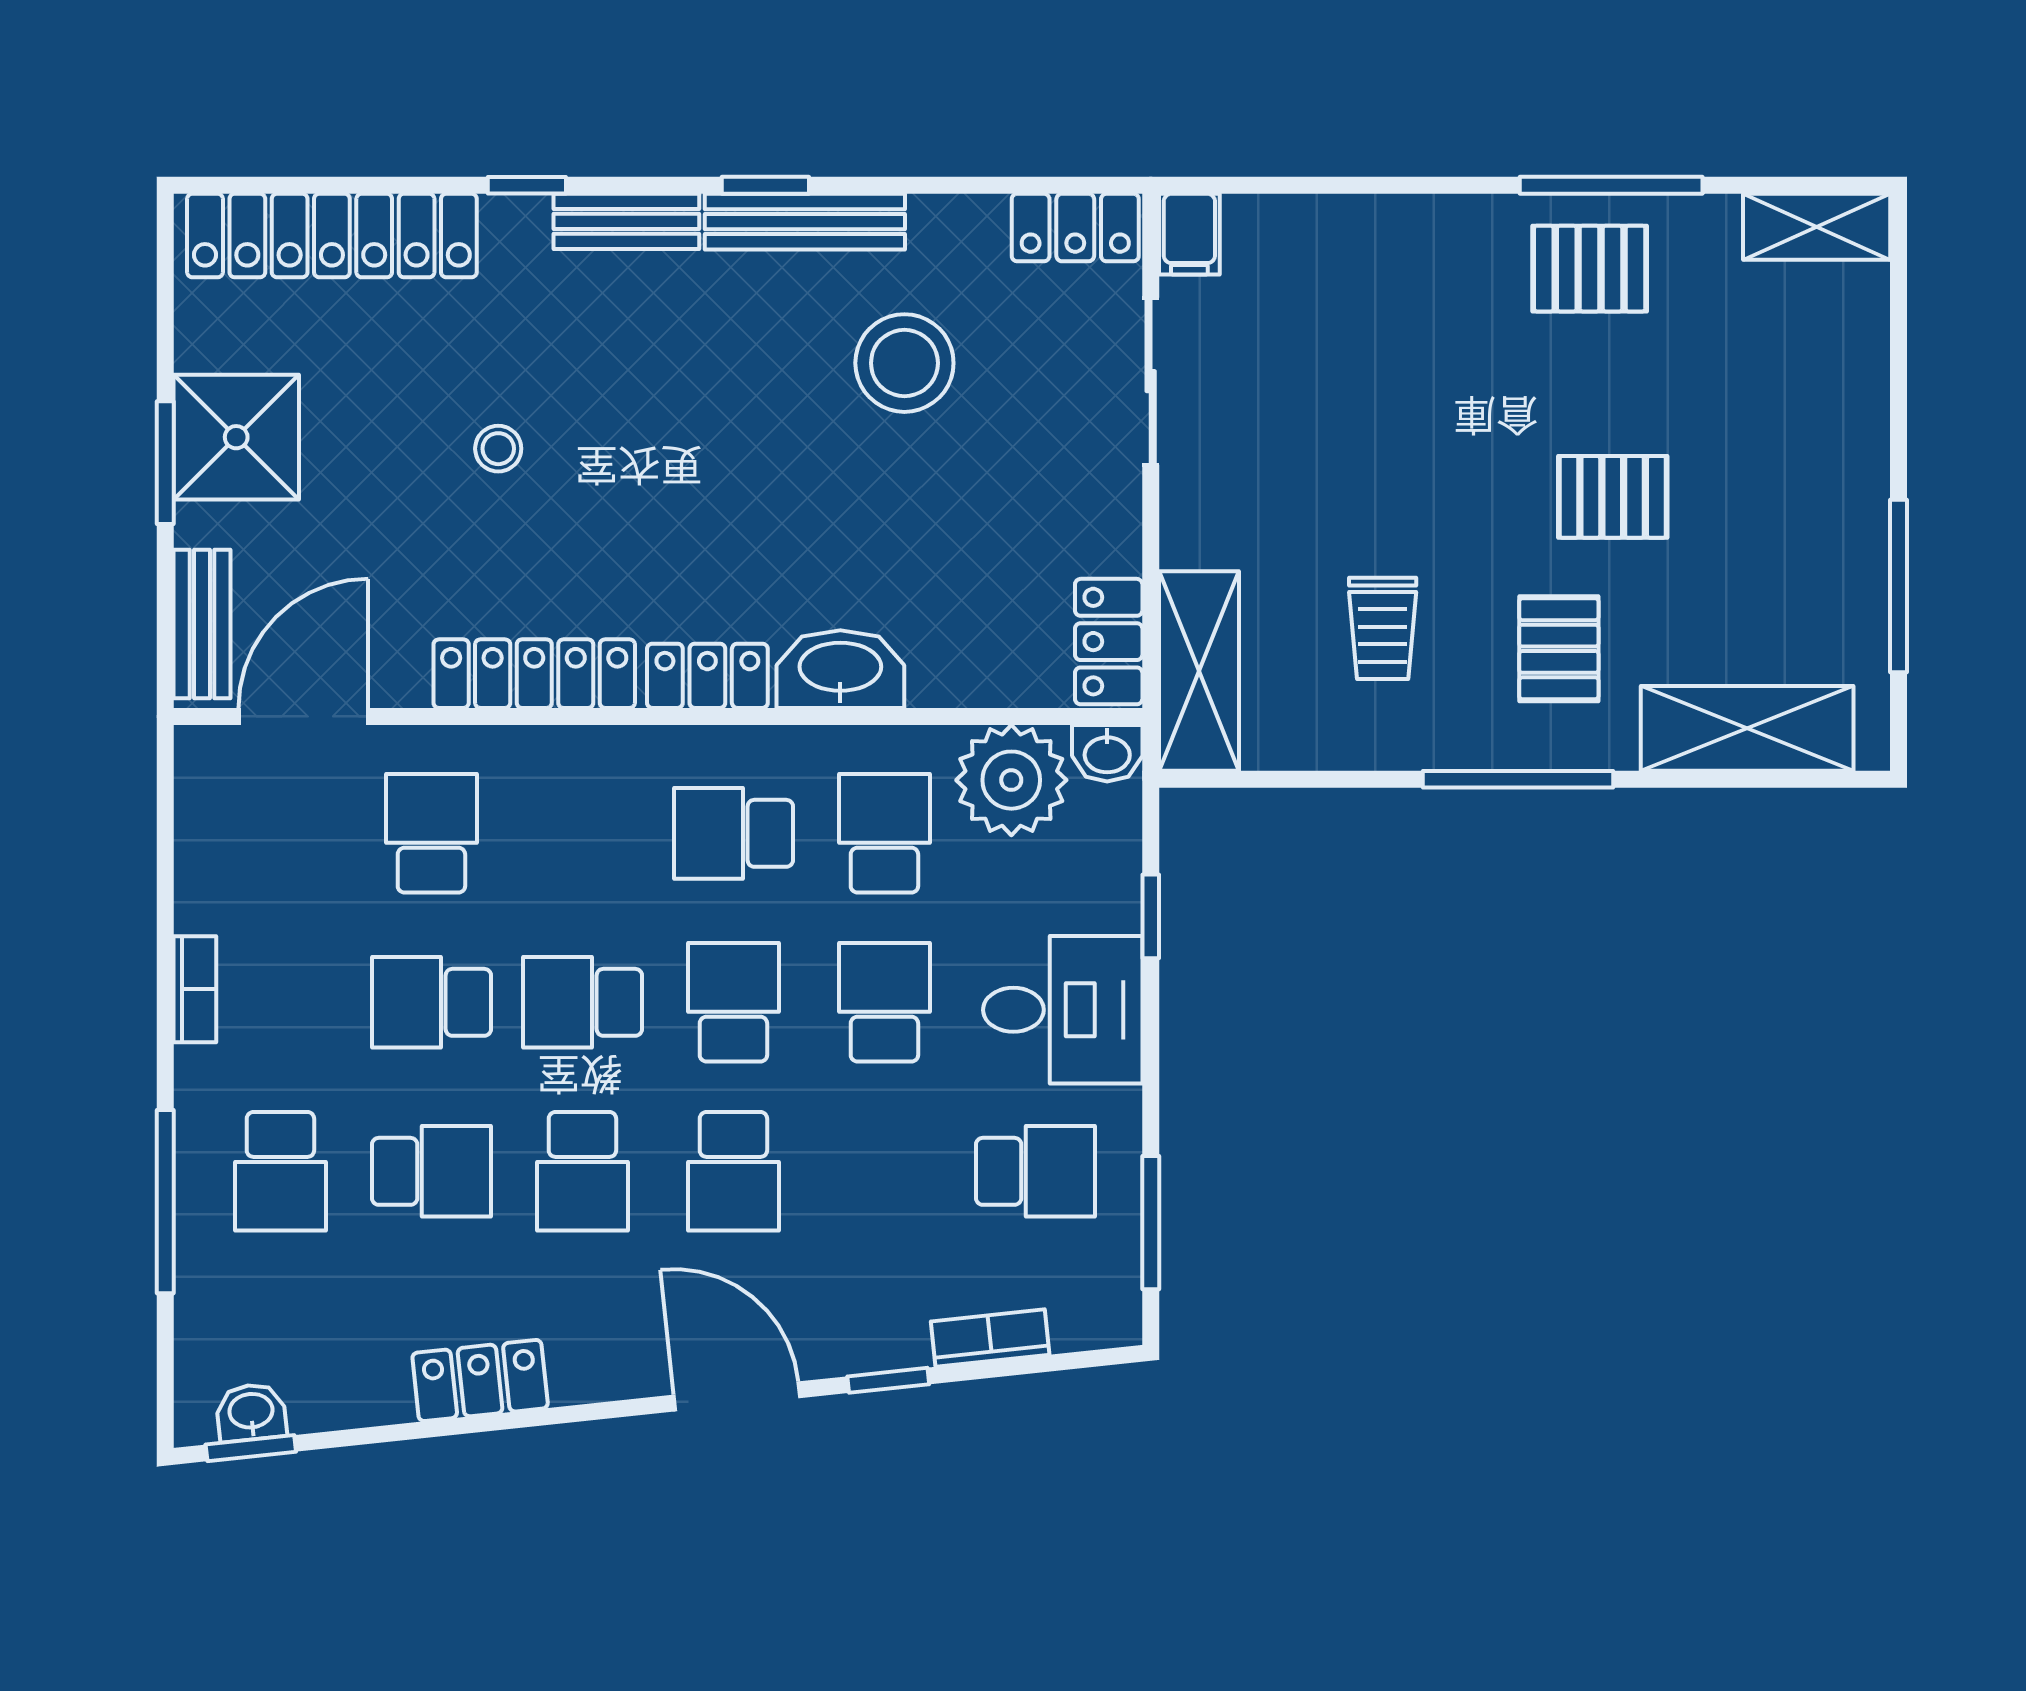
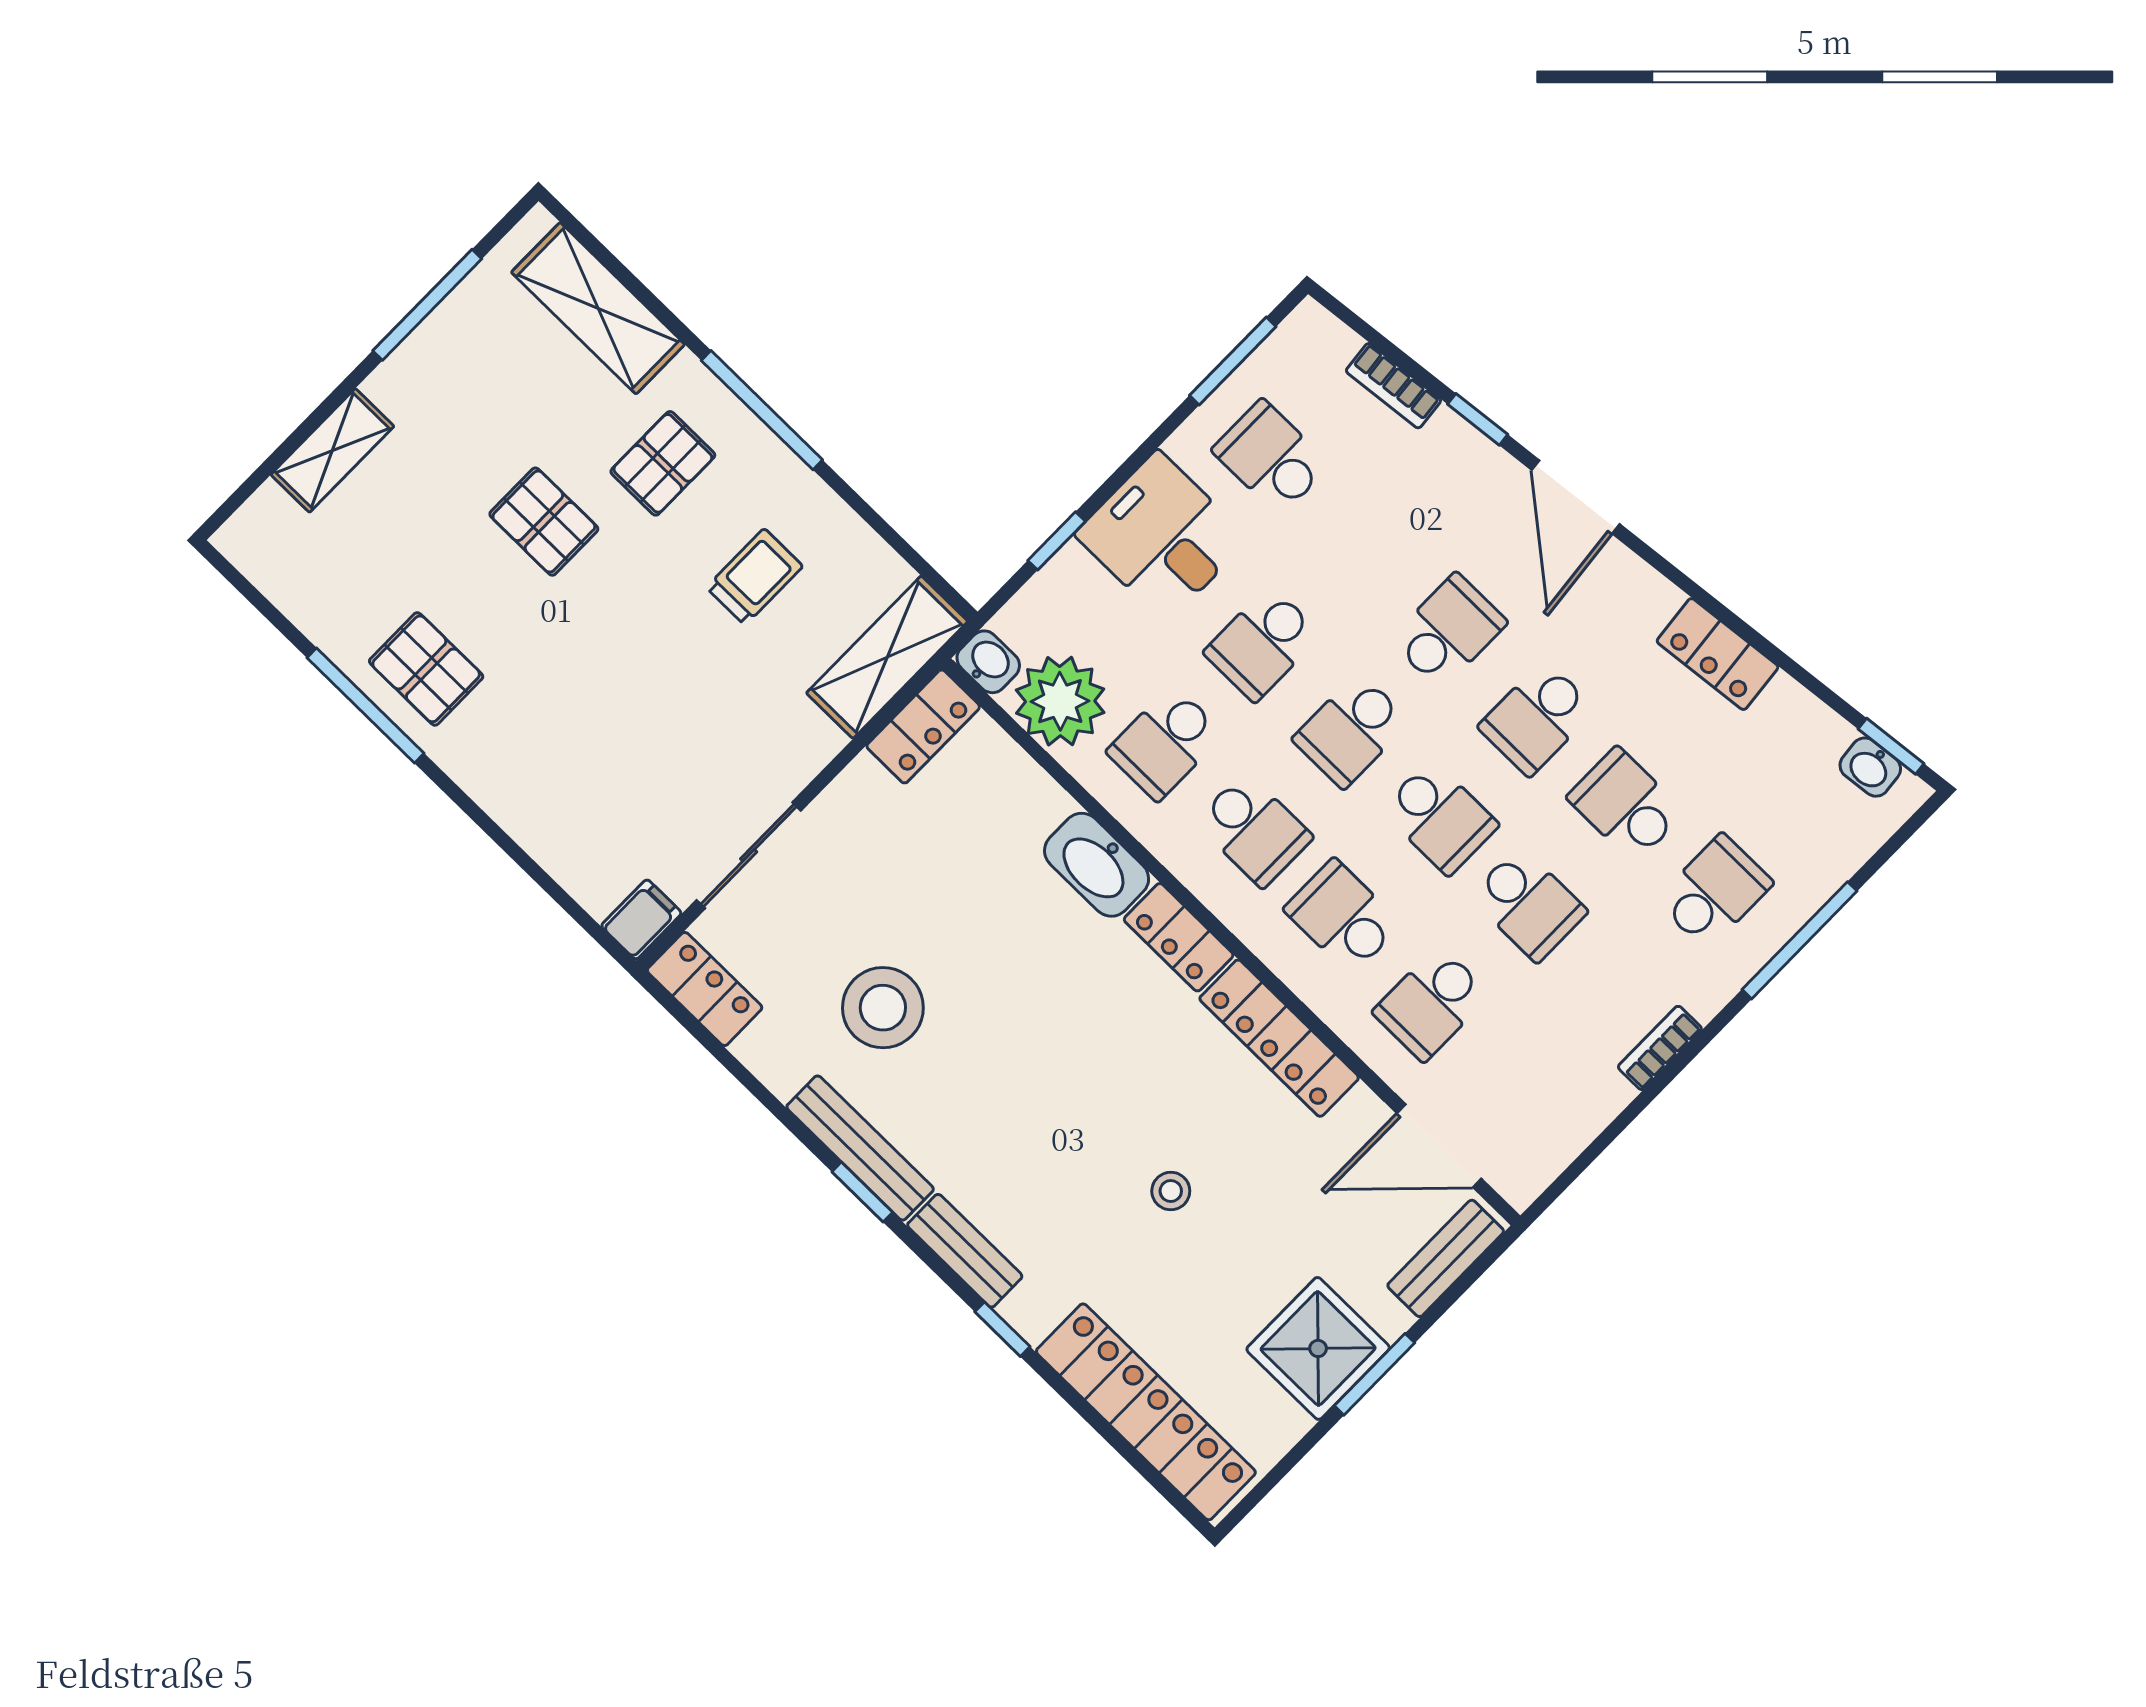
shelving: (1817, 227) -> (332, 450), moved, turned 90
school desk: (582, 833) -> (1343, 917), added
school desk: (582, 1171) -> (1537, 718), turned 180

